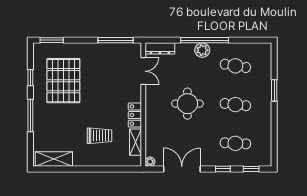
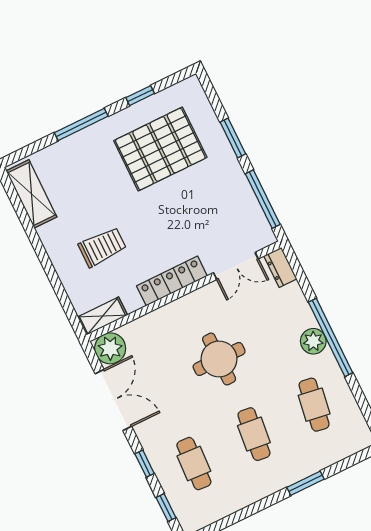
window: (52, 40) -> (233, 138), moved
dresser: (160, 48) -> (280, 267), width x0.70
locker: (135, 115) -> (172, 281), width x1.53
trolley: (99, 136) -> (102, 247), turned -90
shelving: (135, 142) -> (103, 316), moved
plant: (150, 162) -> (110, 348), width x1.87, depth x1.87

